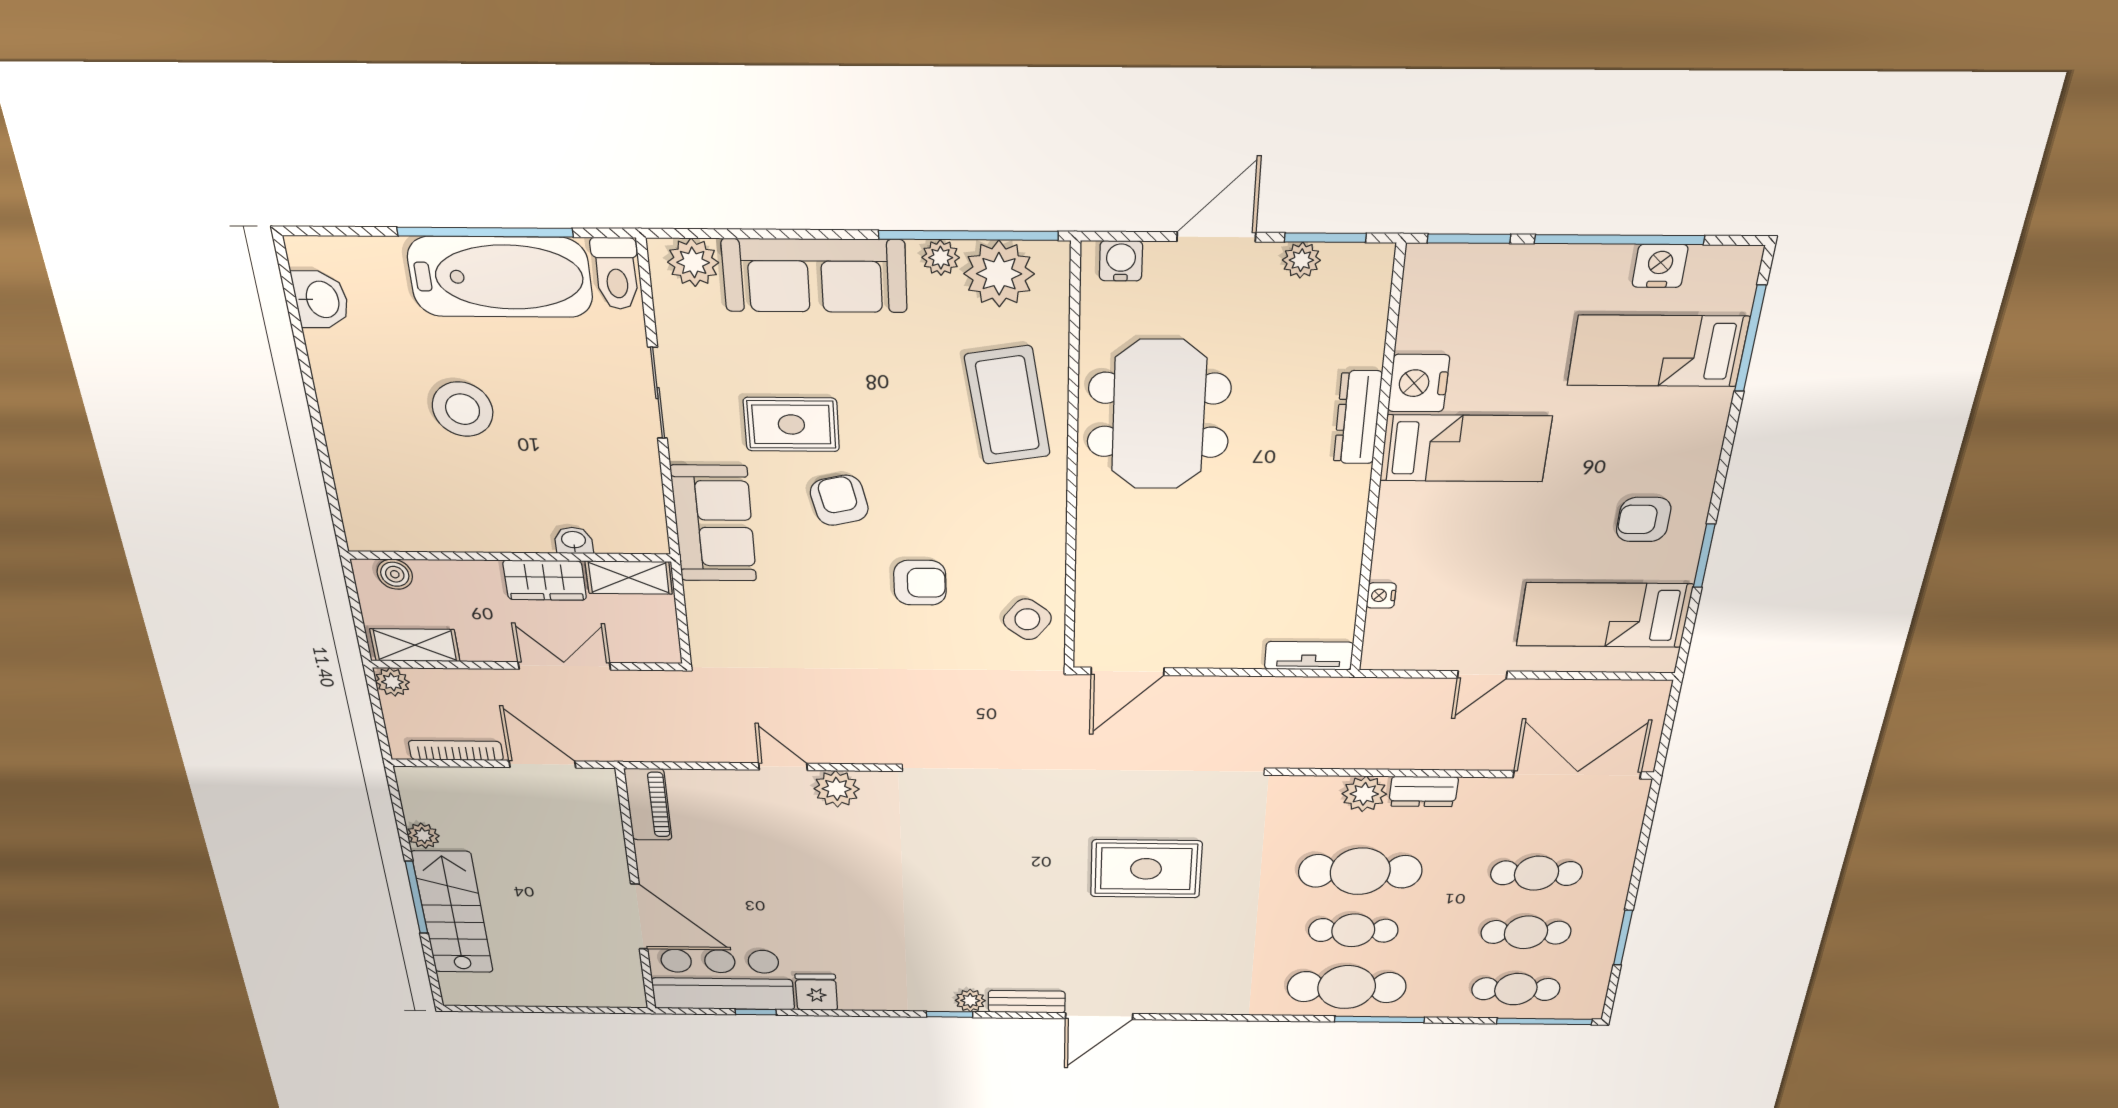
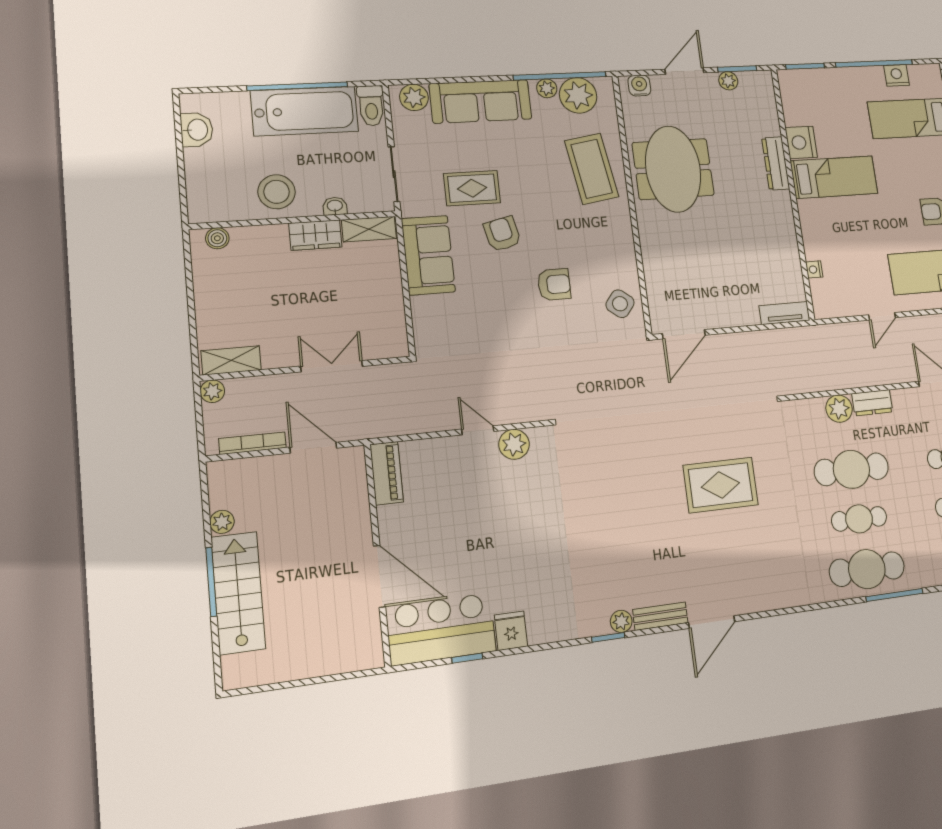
washbasin: (574, 540) -> (335, 206), moved
wall: (510, 557) -> (294, 220), moved
boiler: (395, 574) -> (217, 238), moved
shelving: (629, 578) -> (369, 229), moved
wardrobe: (545, 580) -> (315, 235), moved

